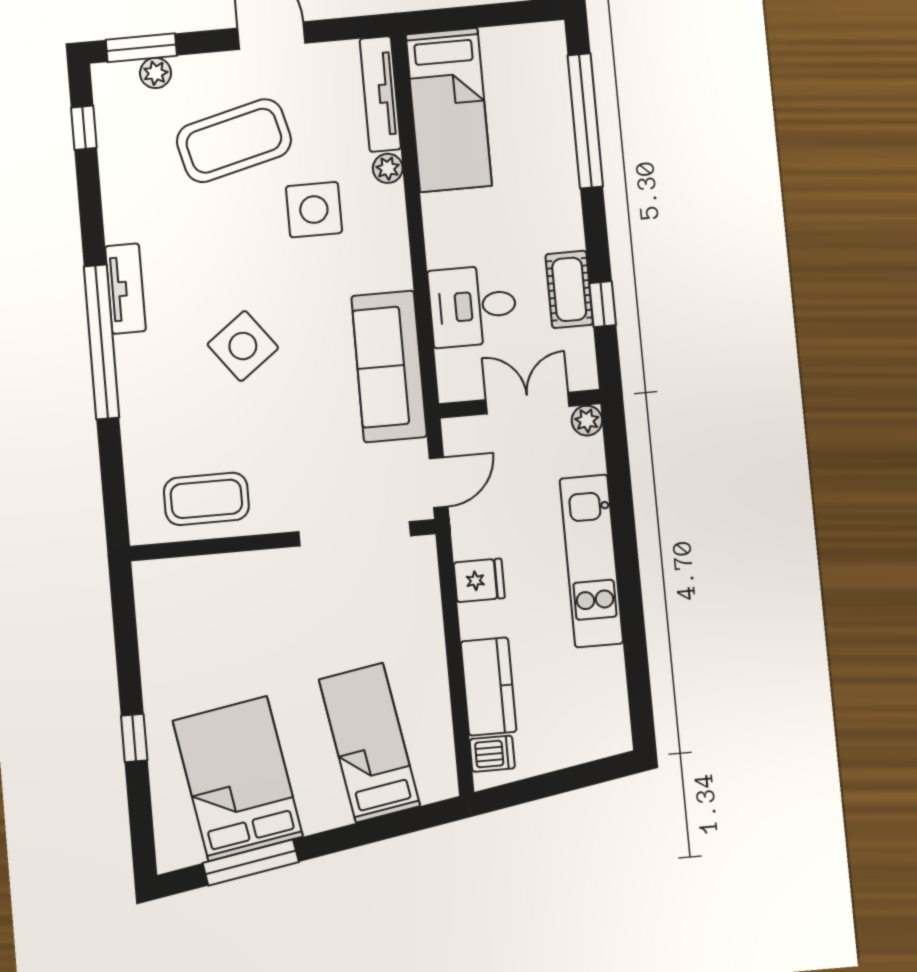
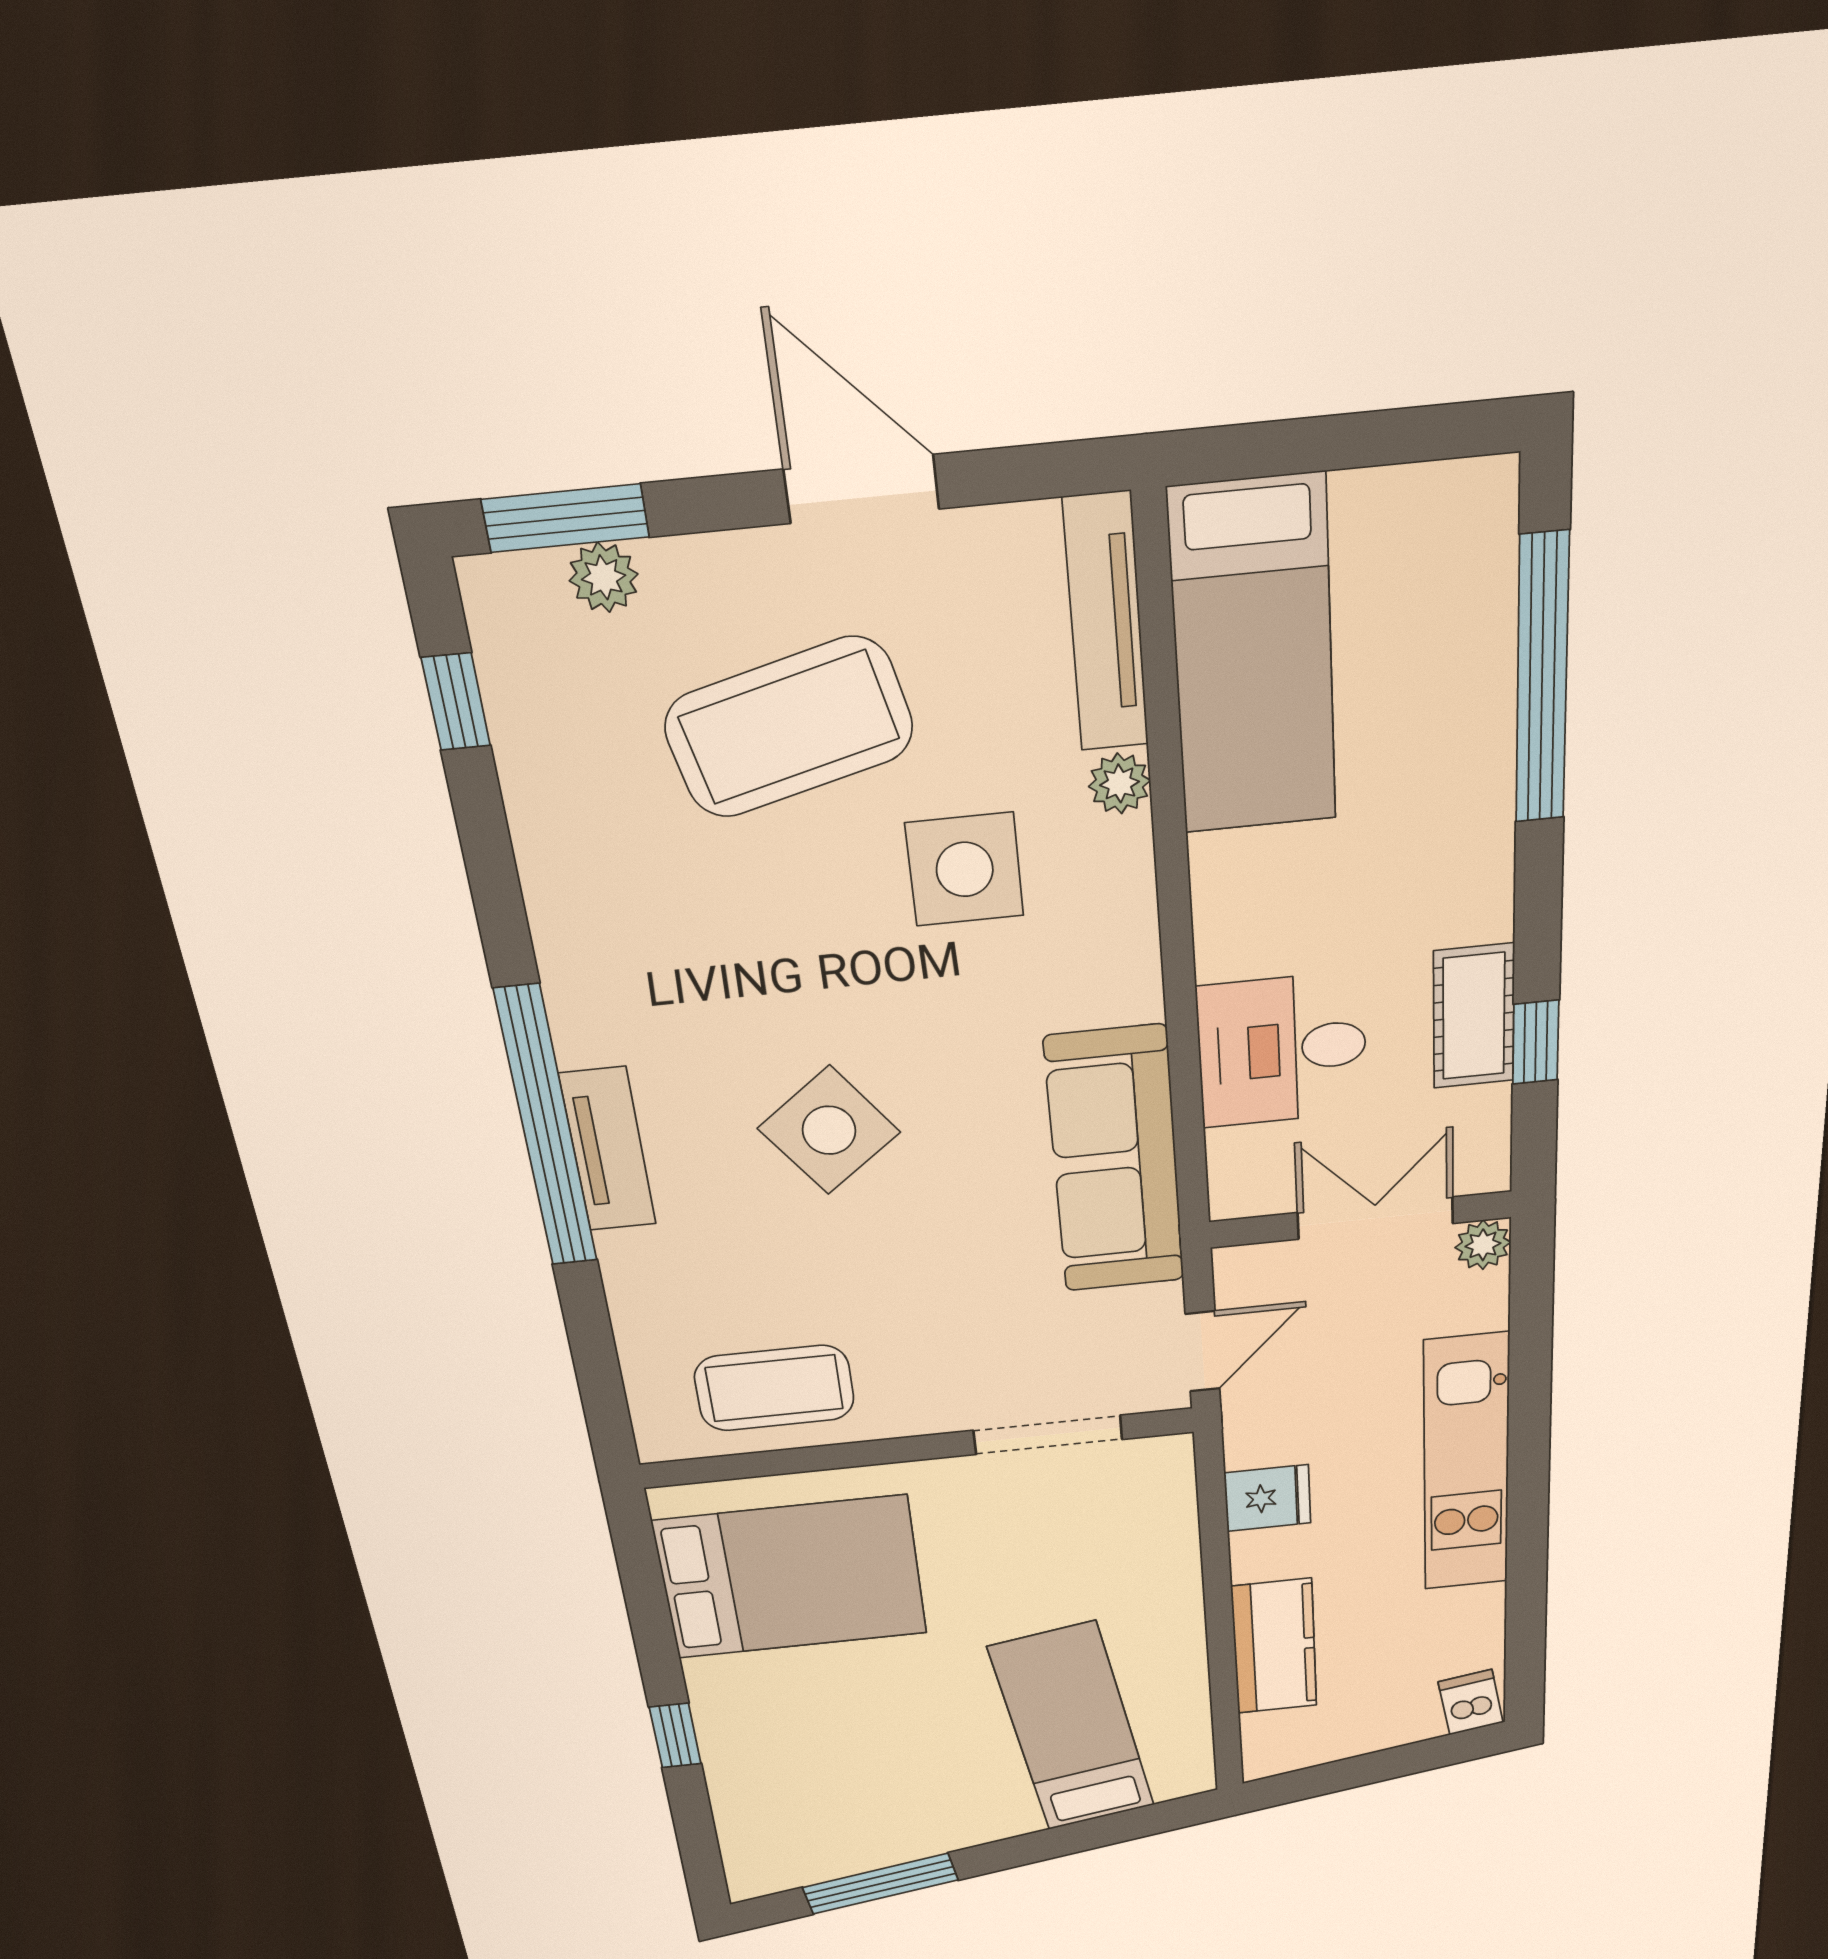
tv unit: (125, 289) -> (608, 1149), moved
doorway: (354, 534) -> (1048, 1435), width x0.73
dishwasher: (492, 754) -> (1471, 1702), moved, turned -100
bed: (238, 779) -> (791, 1577), moved, turned 100

